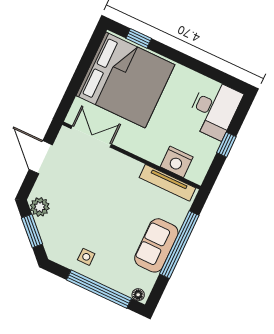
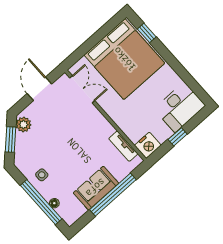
nightstand: (177, 162) -> (148, 145), moved, turned -90
tv unit: (167, 183) -> (123, 146), width x0.71
floor lamp: (138, 295) -> (54, 203), moved

